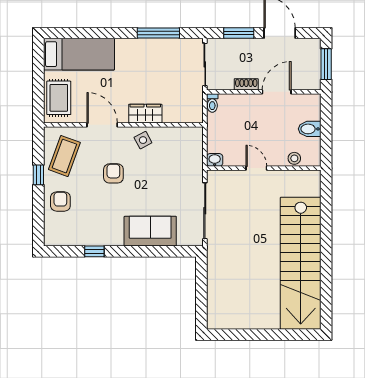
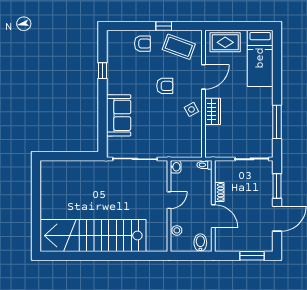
shoe rack: (246, 84) -> (219, 192), moved
wall: (264, 92) -> (213, 206), moved
door: (277, 92) -> (213, 216), moved
toilet: (212, 103) -> (204, 165), moved

